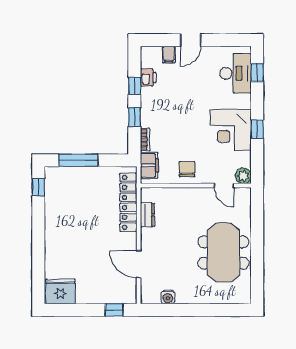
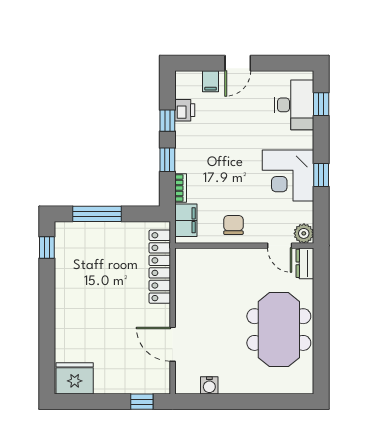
dresser: (147, 215) -> (305, 263), moved, turned 180

